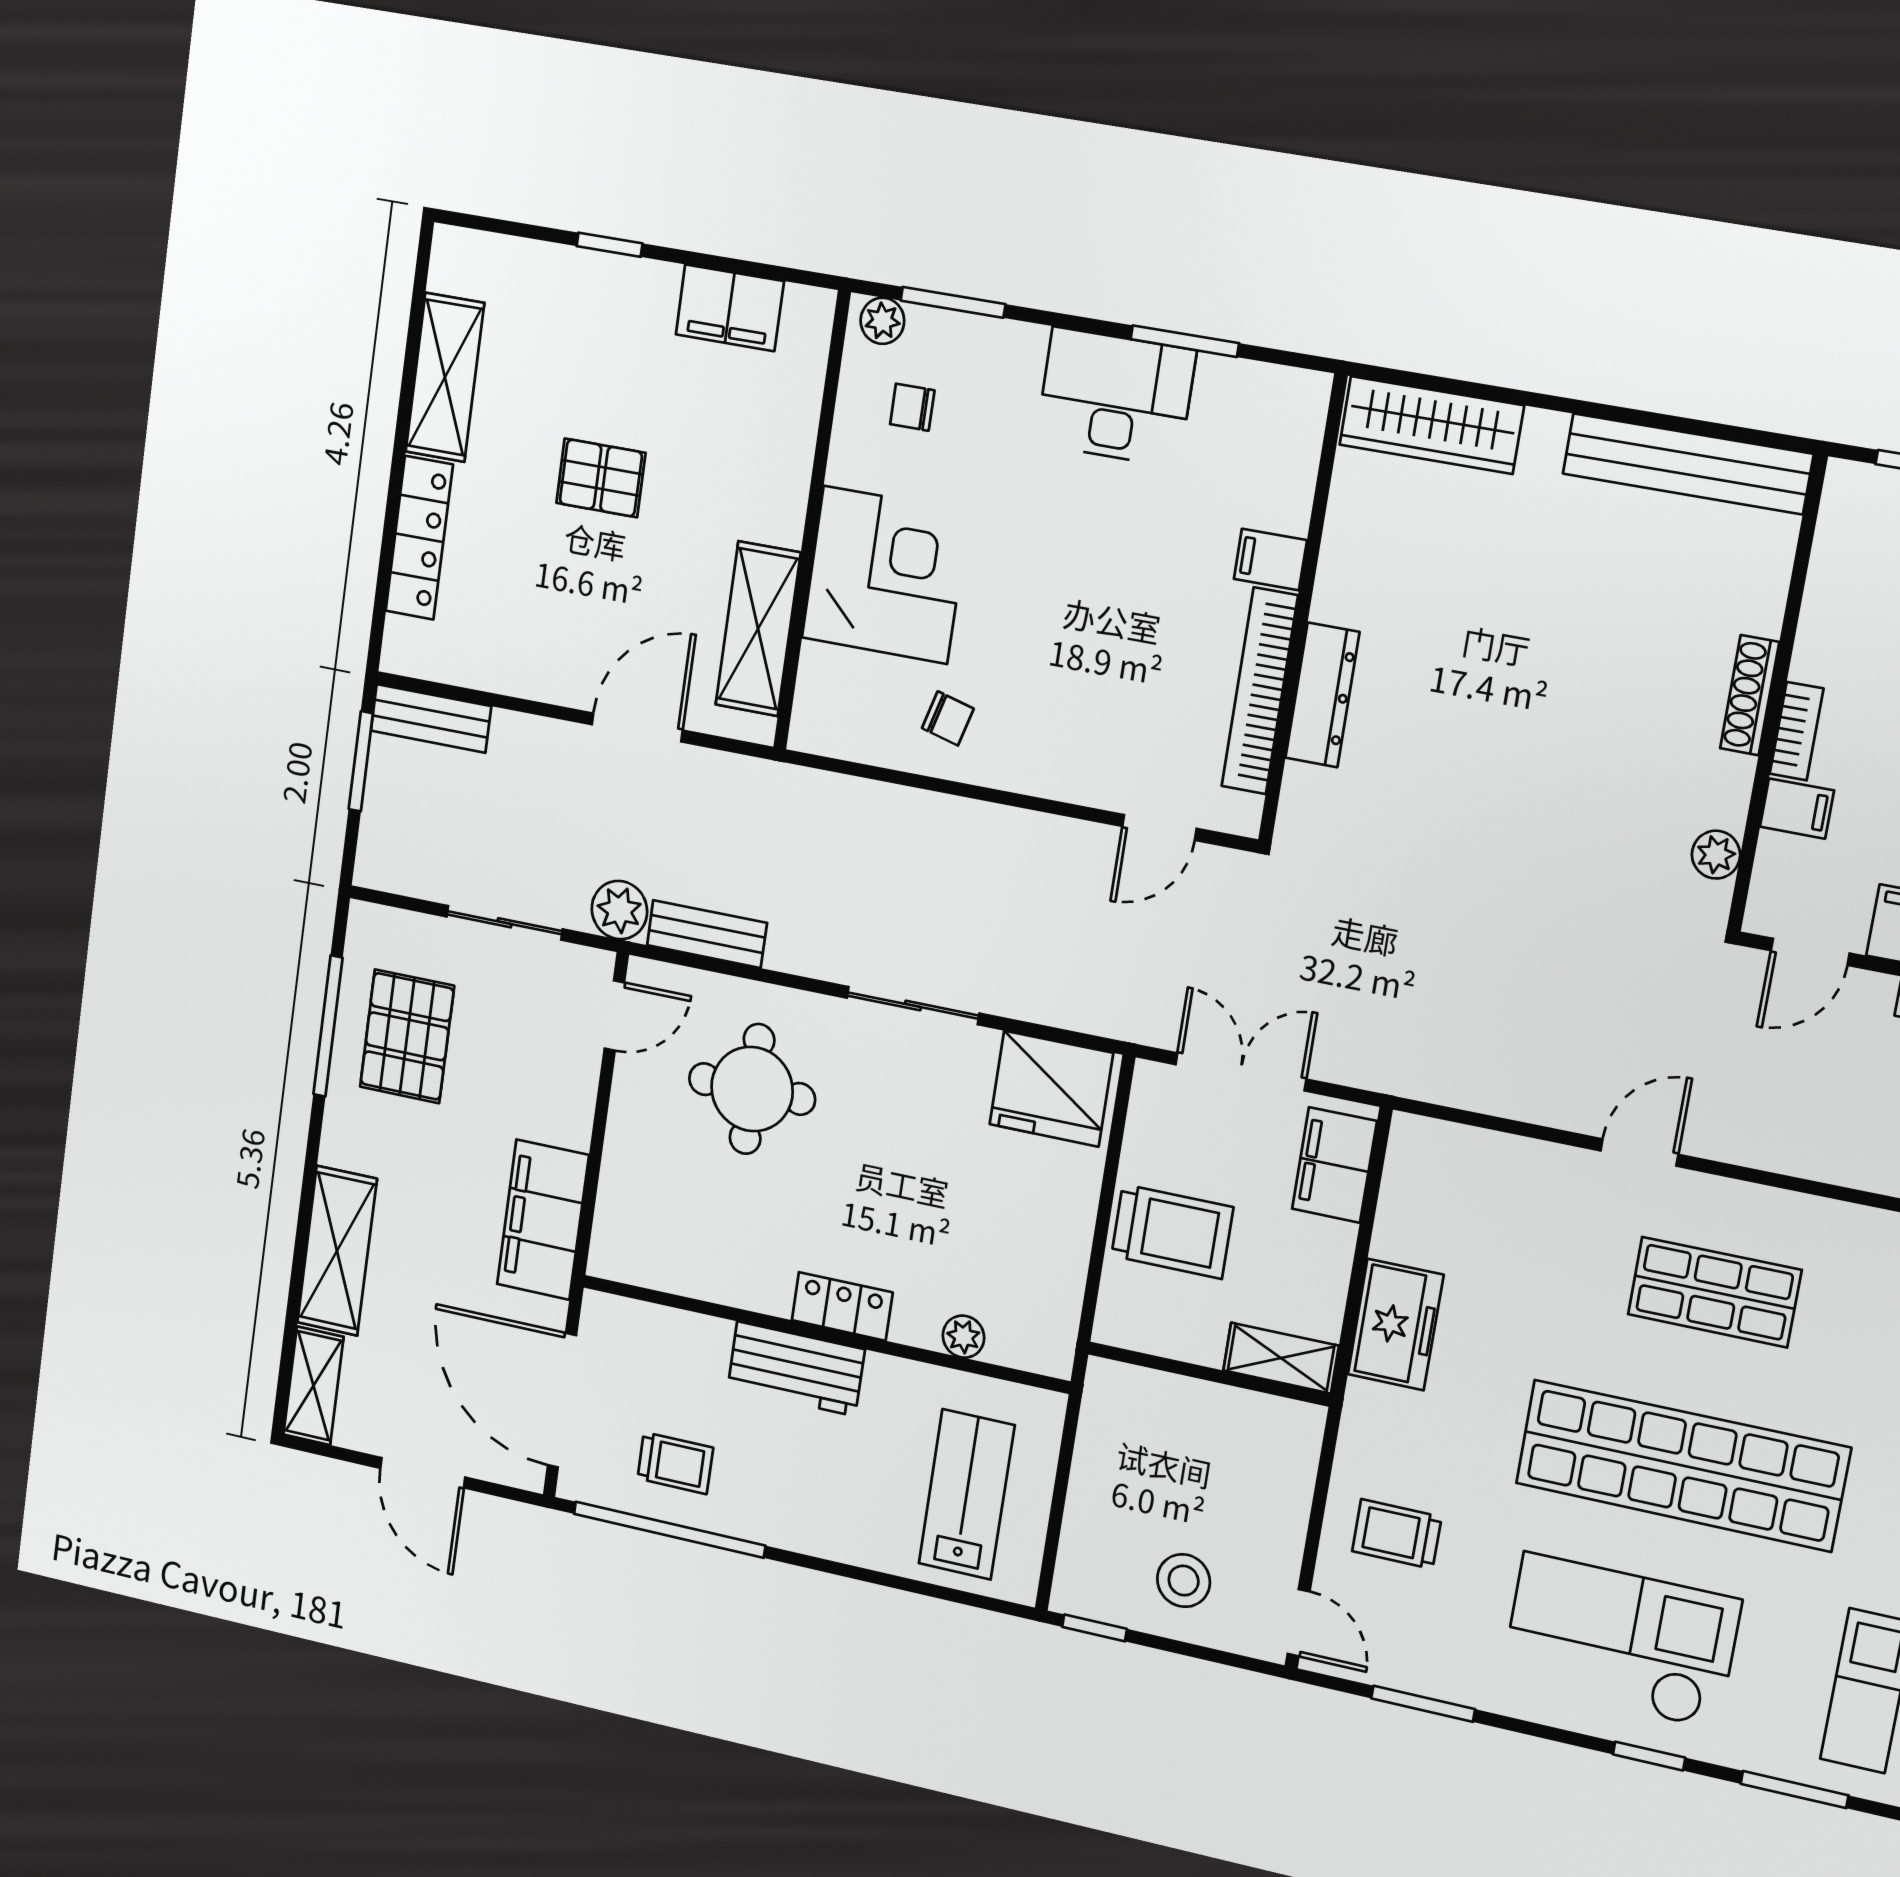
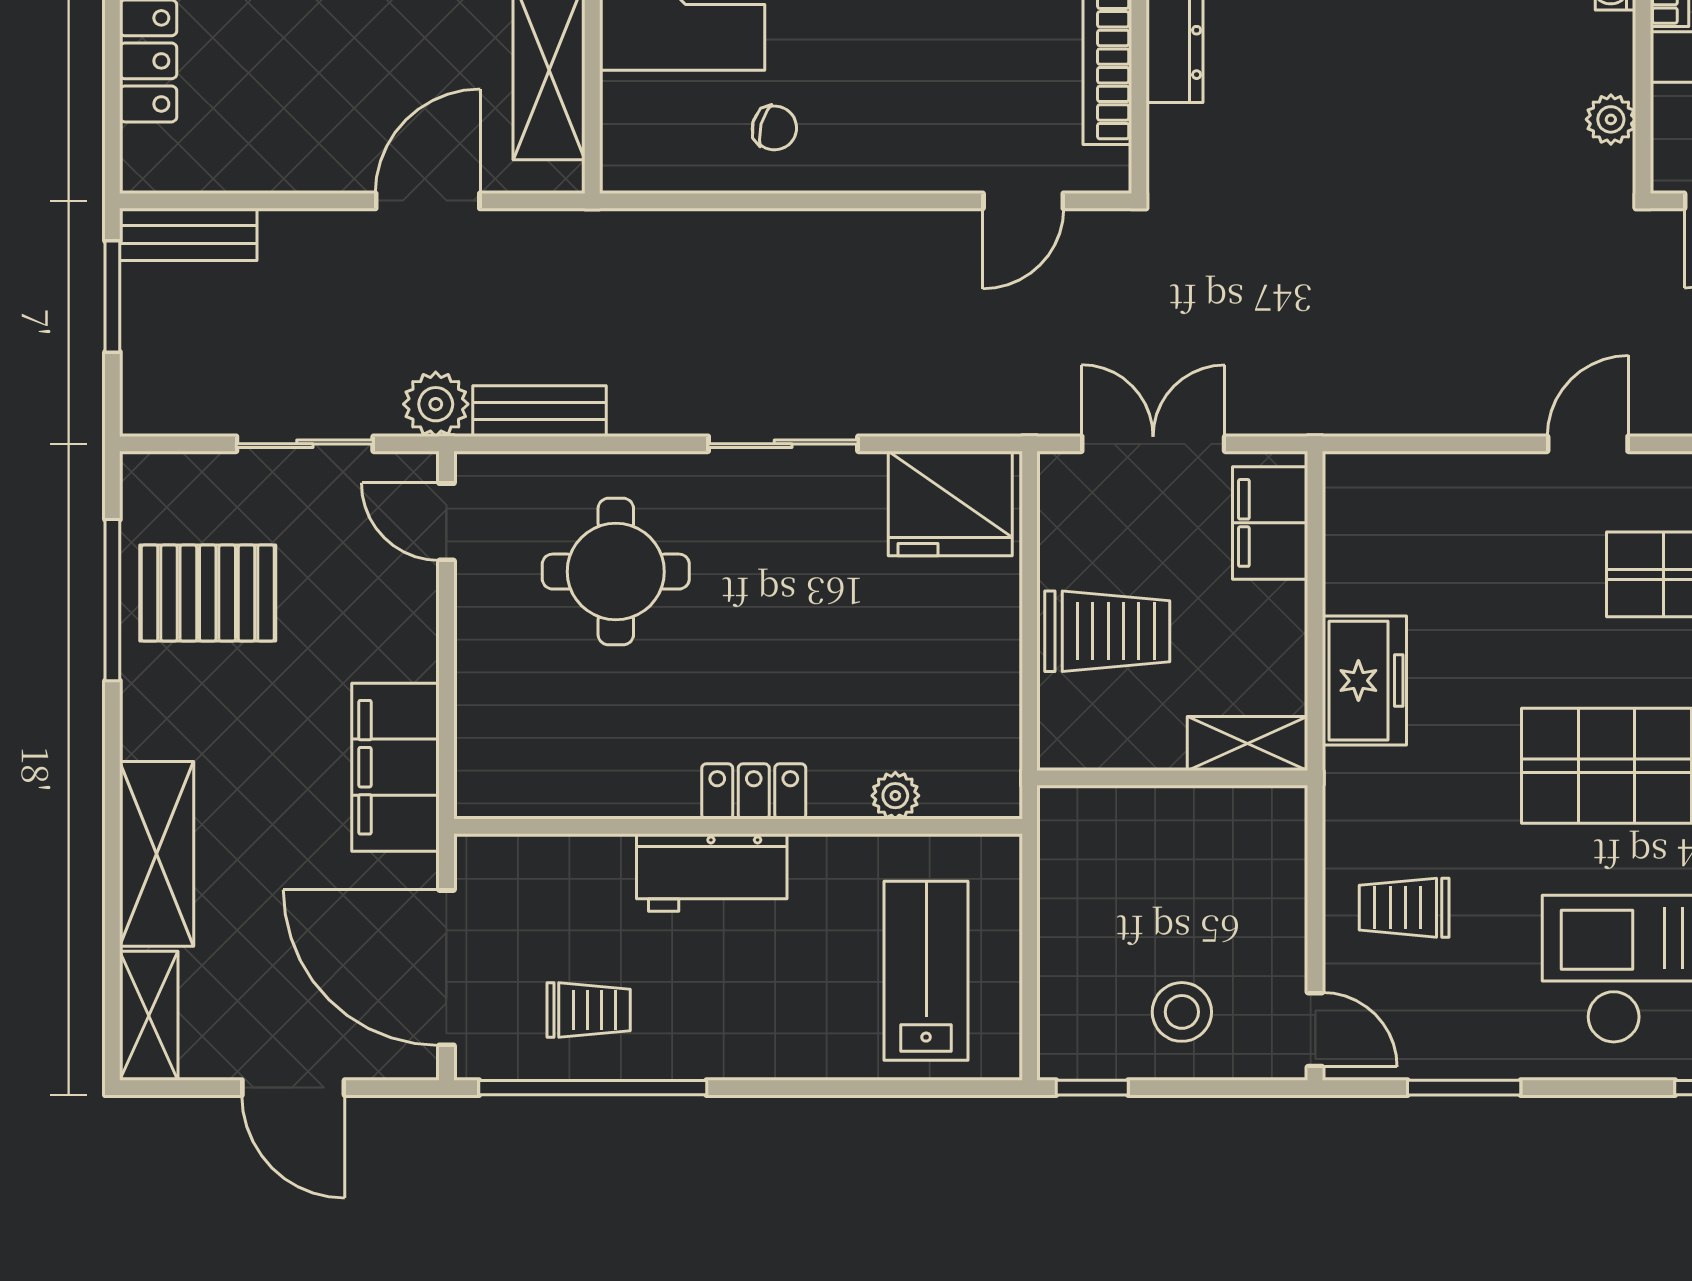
door: (614, 1016) -> (446, 522), swing flipped
pallet: (407, 1036) -> (208, 593), turned 90

